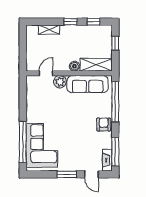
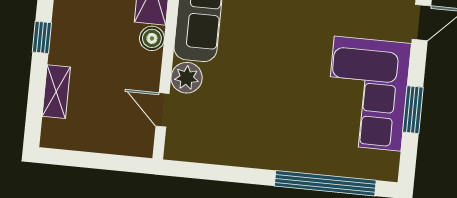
corner sofa: (42, 145) -> (368, 94), moved, turned -90
window: (67, 174) -> (413, 110), moved

